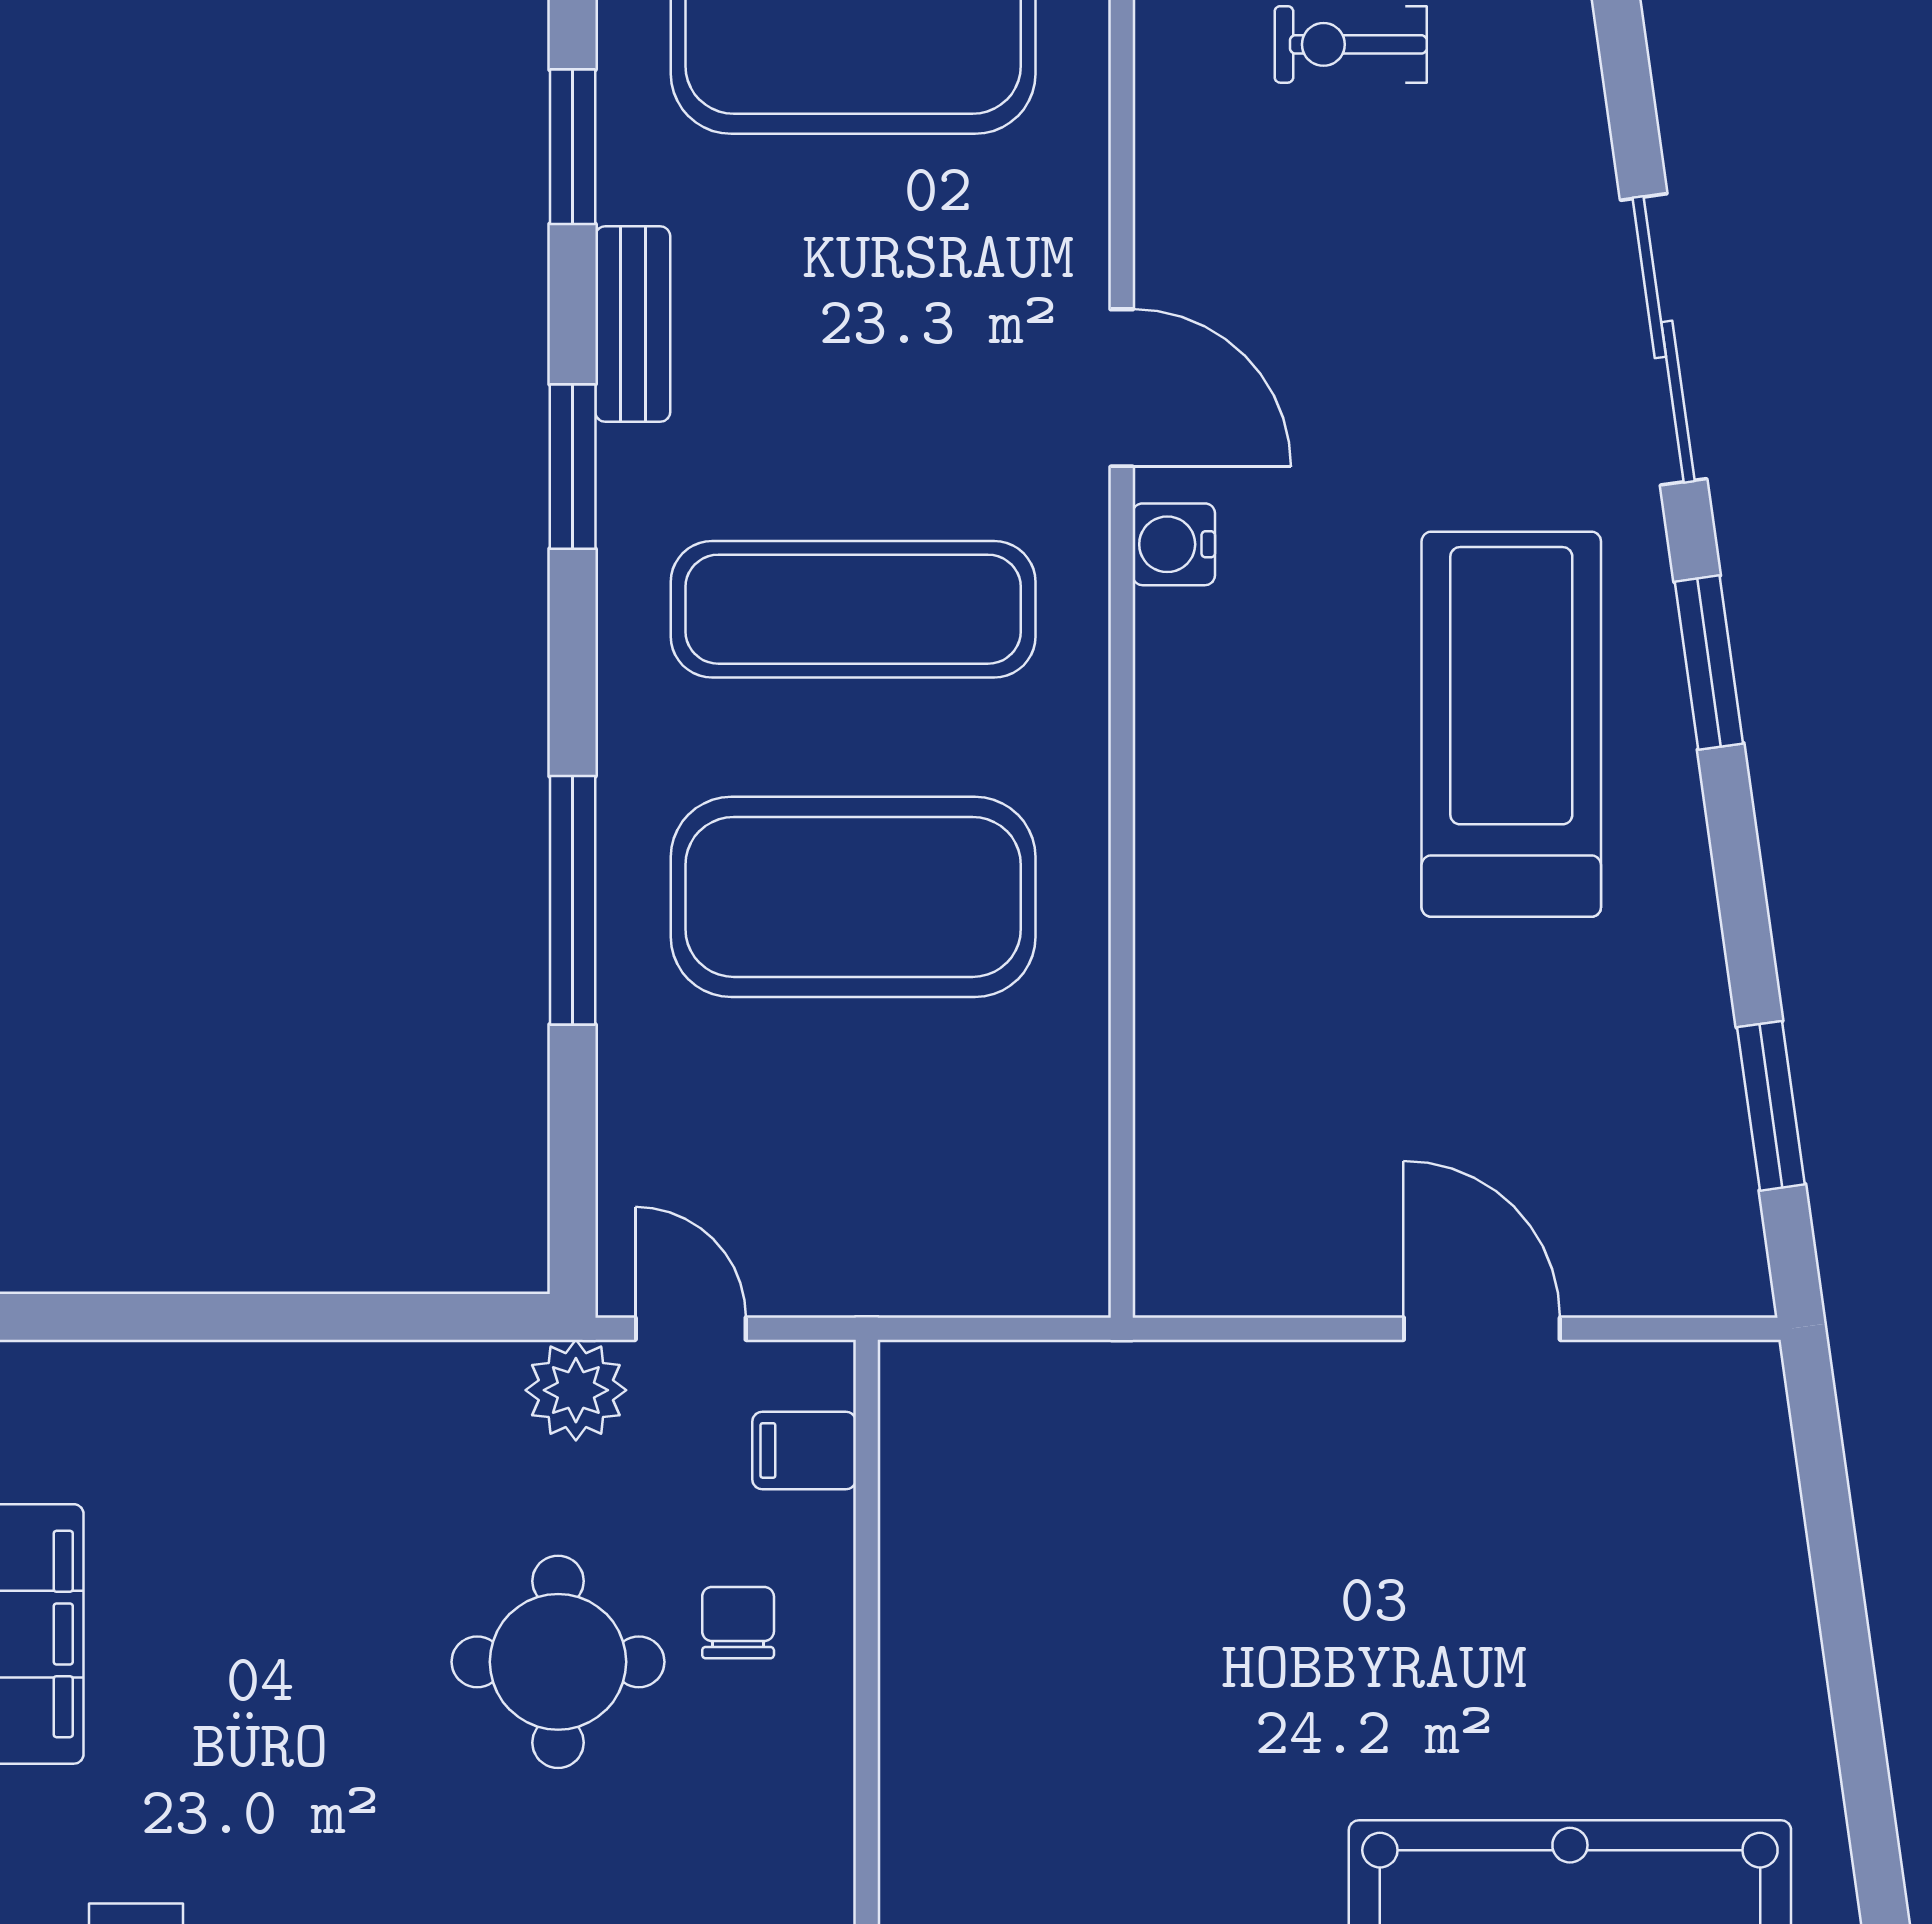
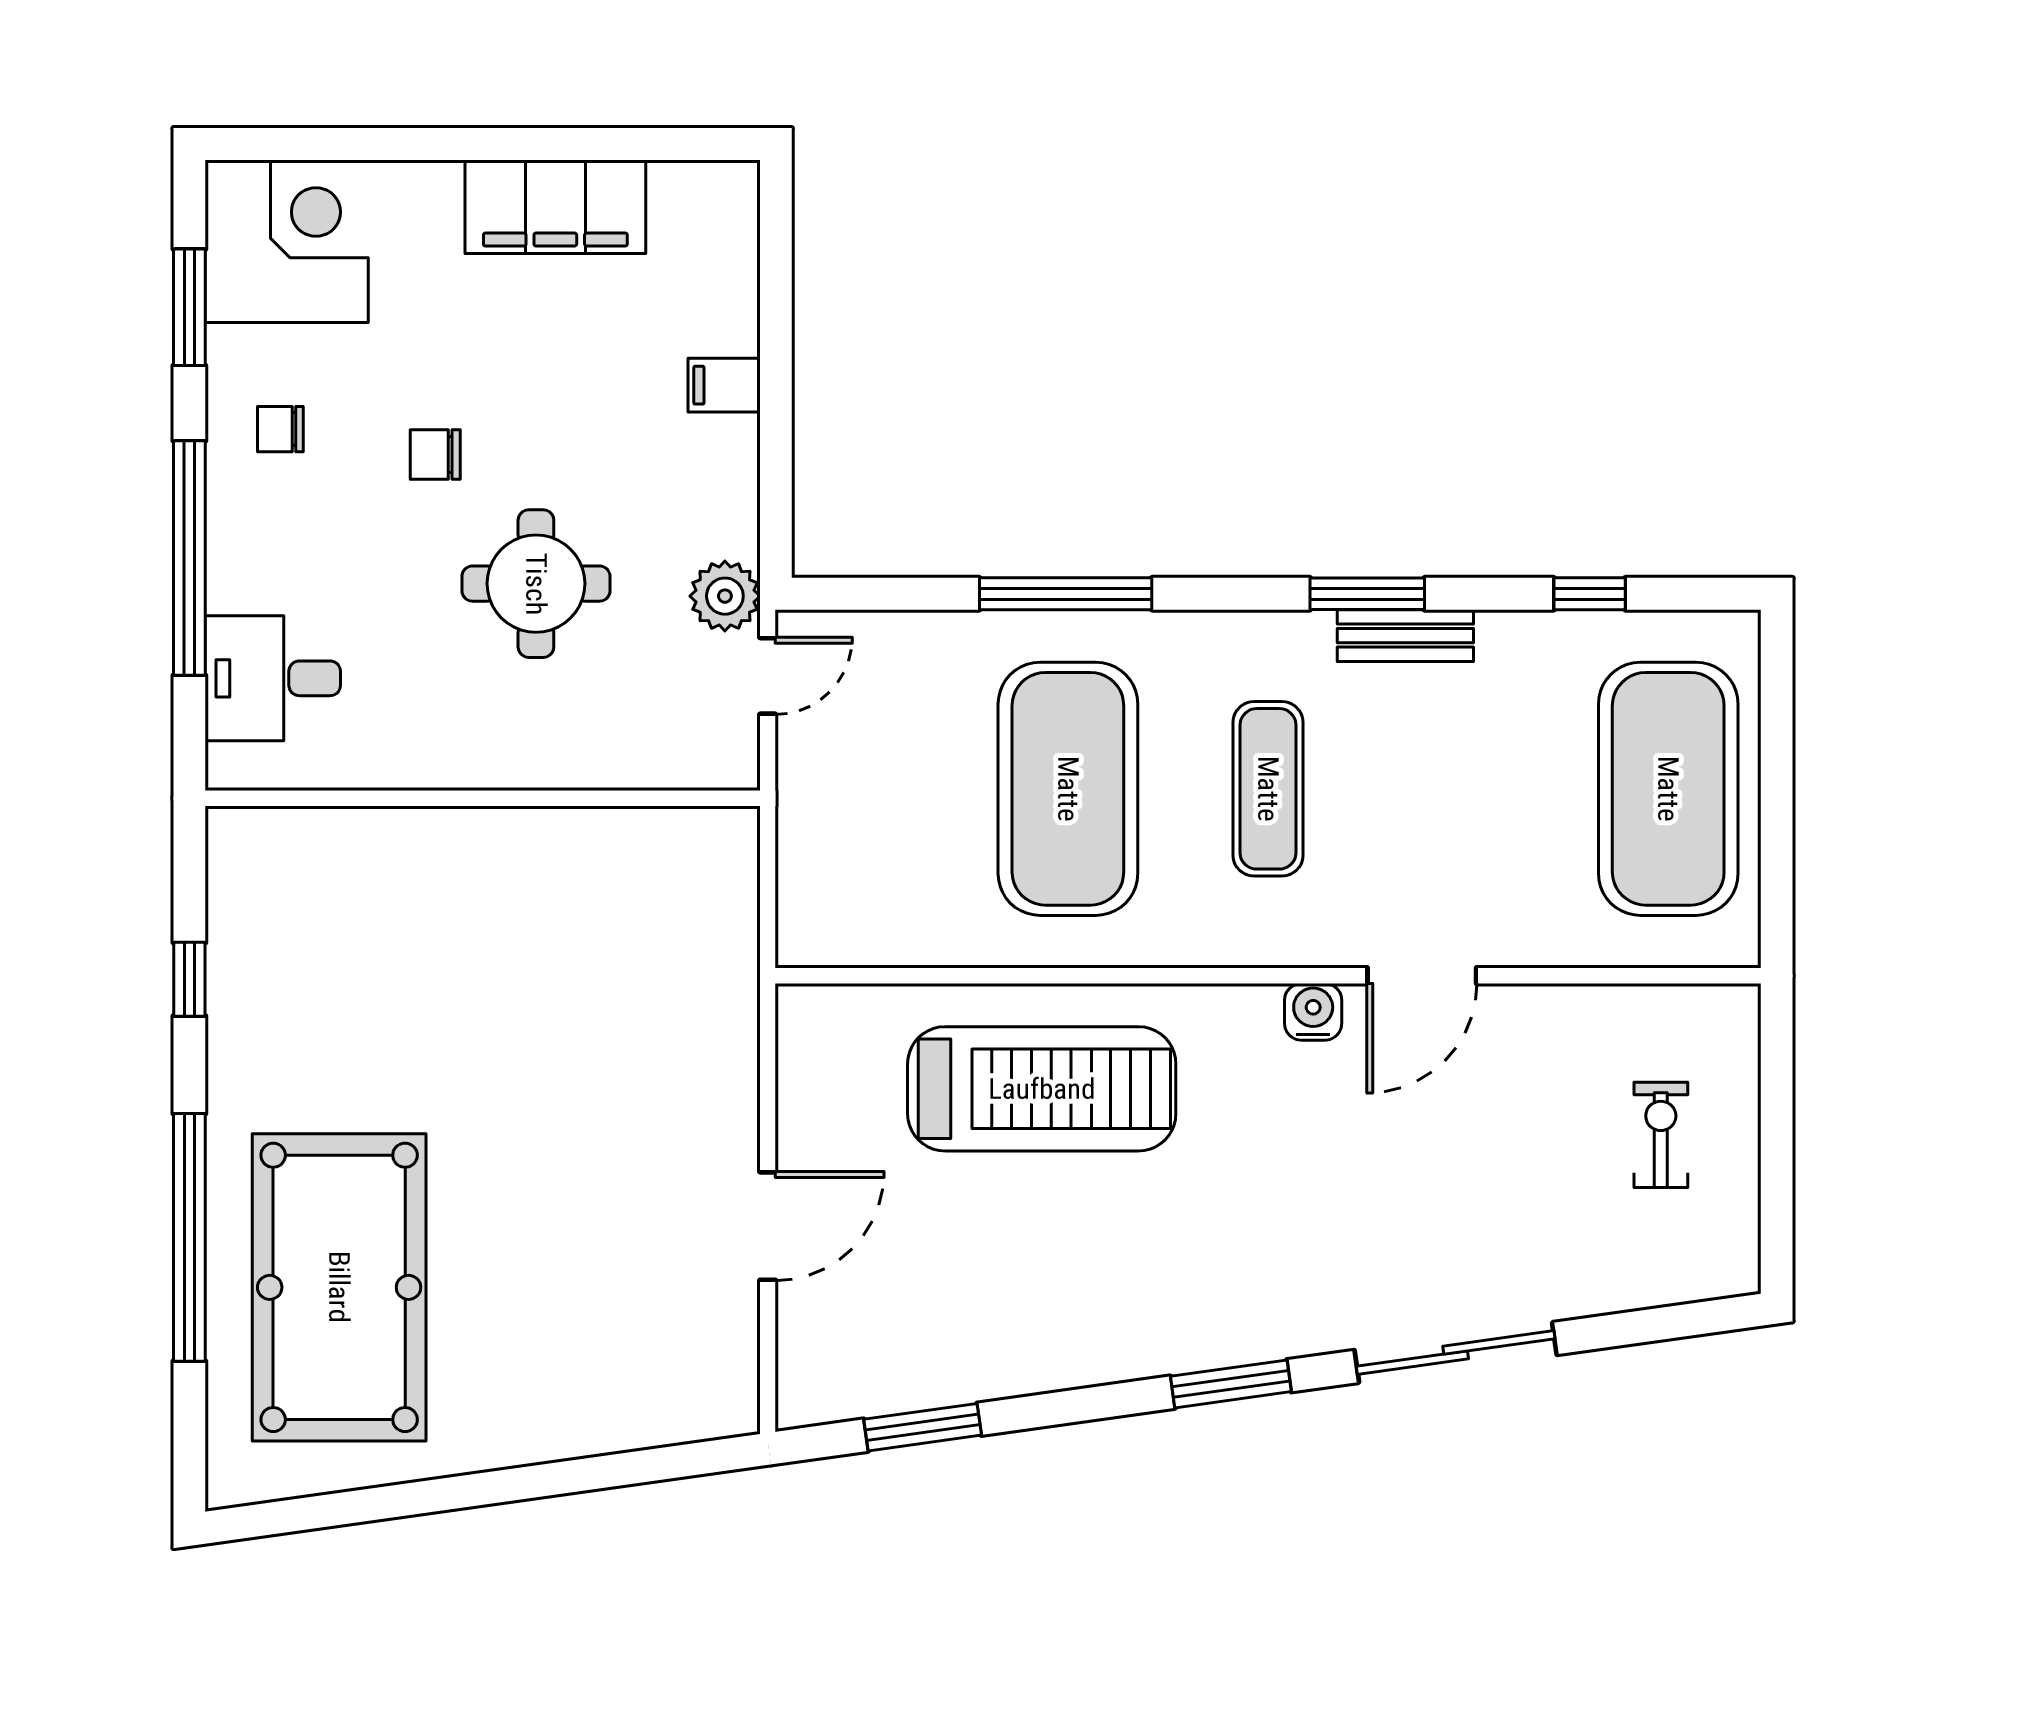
window: (573, 147) -> (1590, 594), width x0.67
bench: (633, 324) -> (1405, 636), moved
exercise mat: (853, 609) -> (1268, 789), width x0.73, depth x0.69
treadmill: (1511, 724) -> (1042, 1089), moved
filing cabinet: (804, 1450) -> (724, 385), moved, turned -90
chair: (738, 1623) -> (435, 455), moved, turned 180

